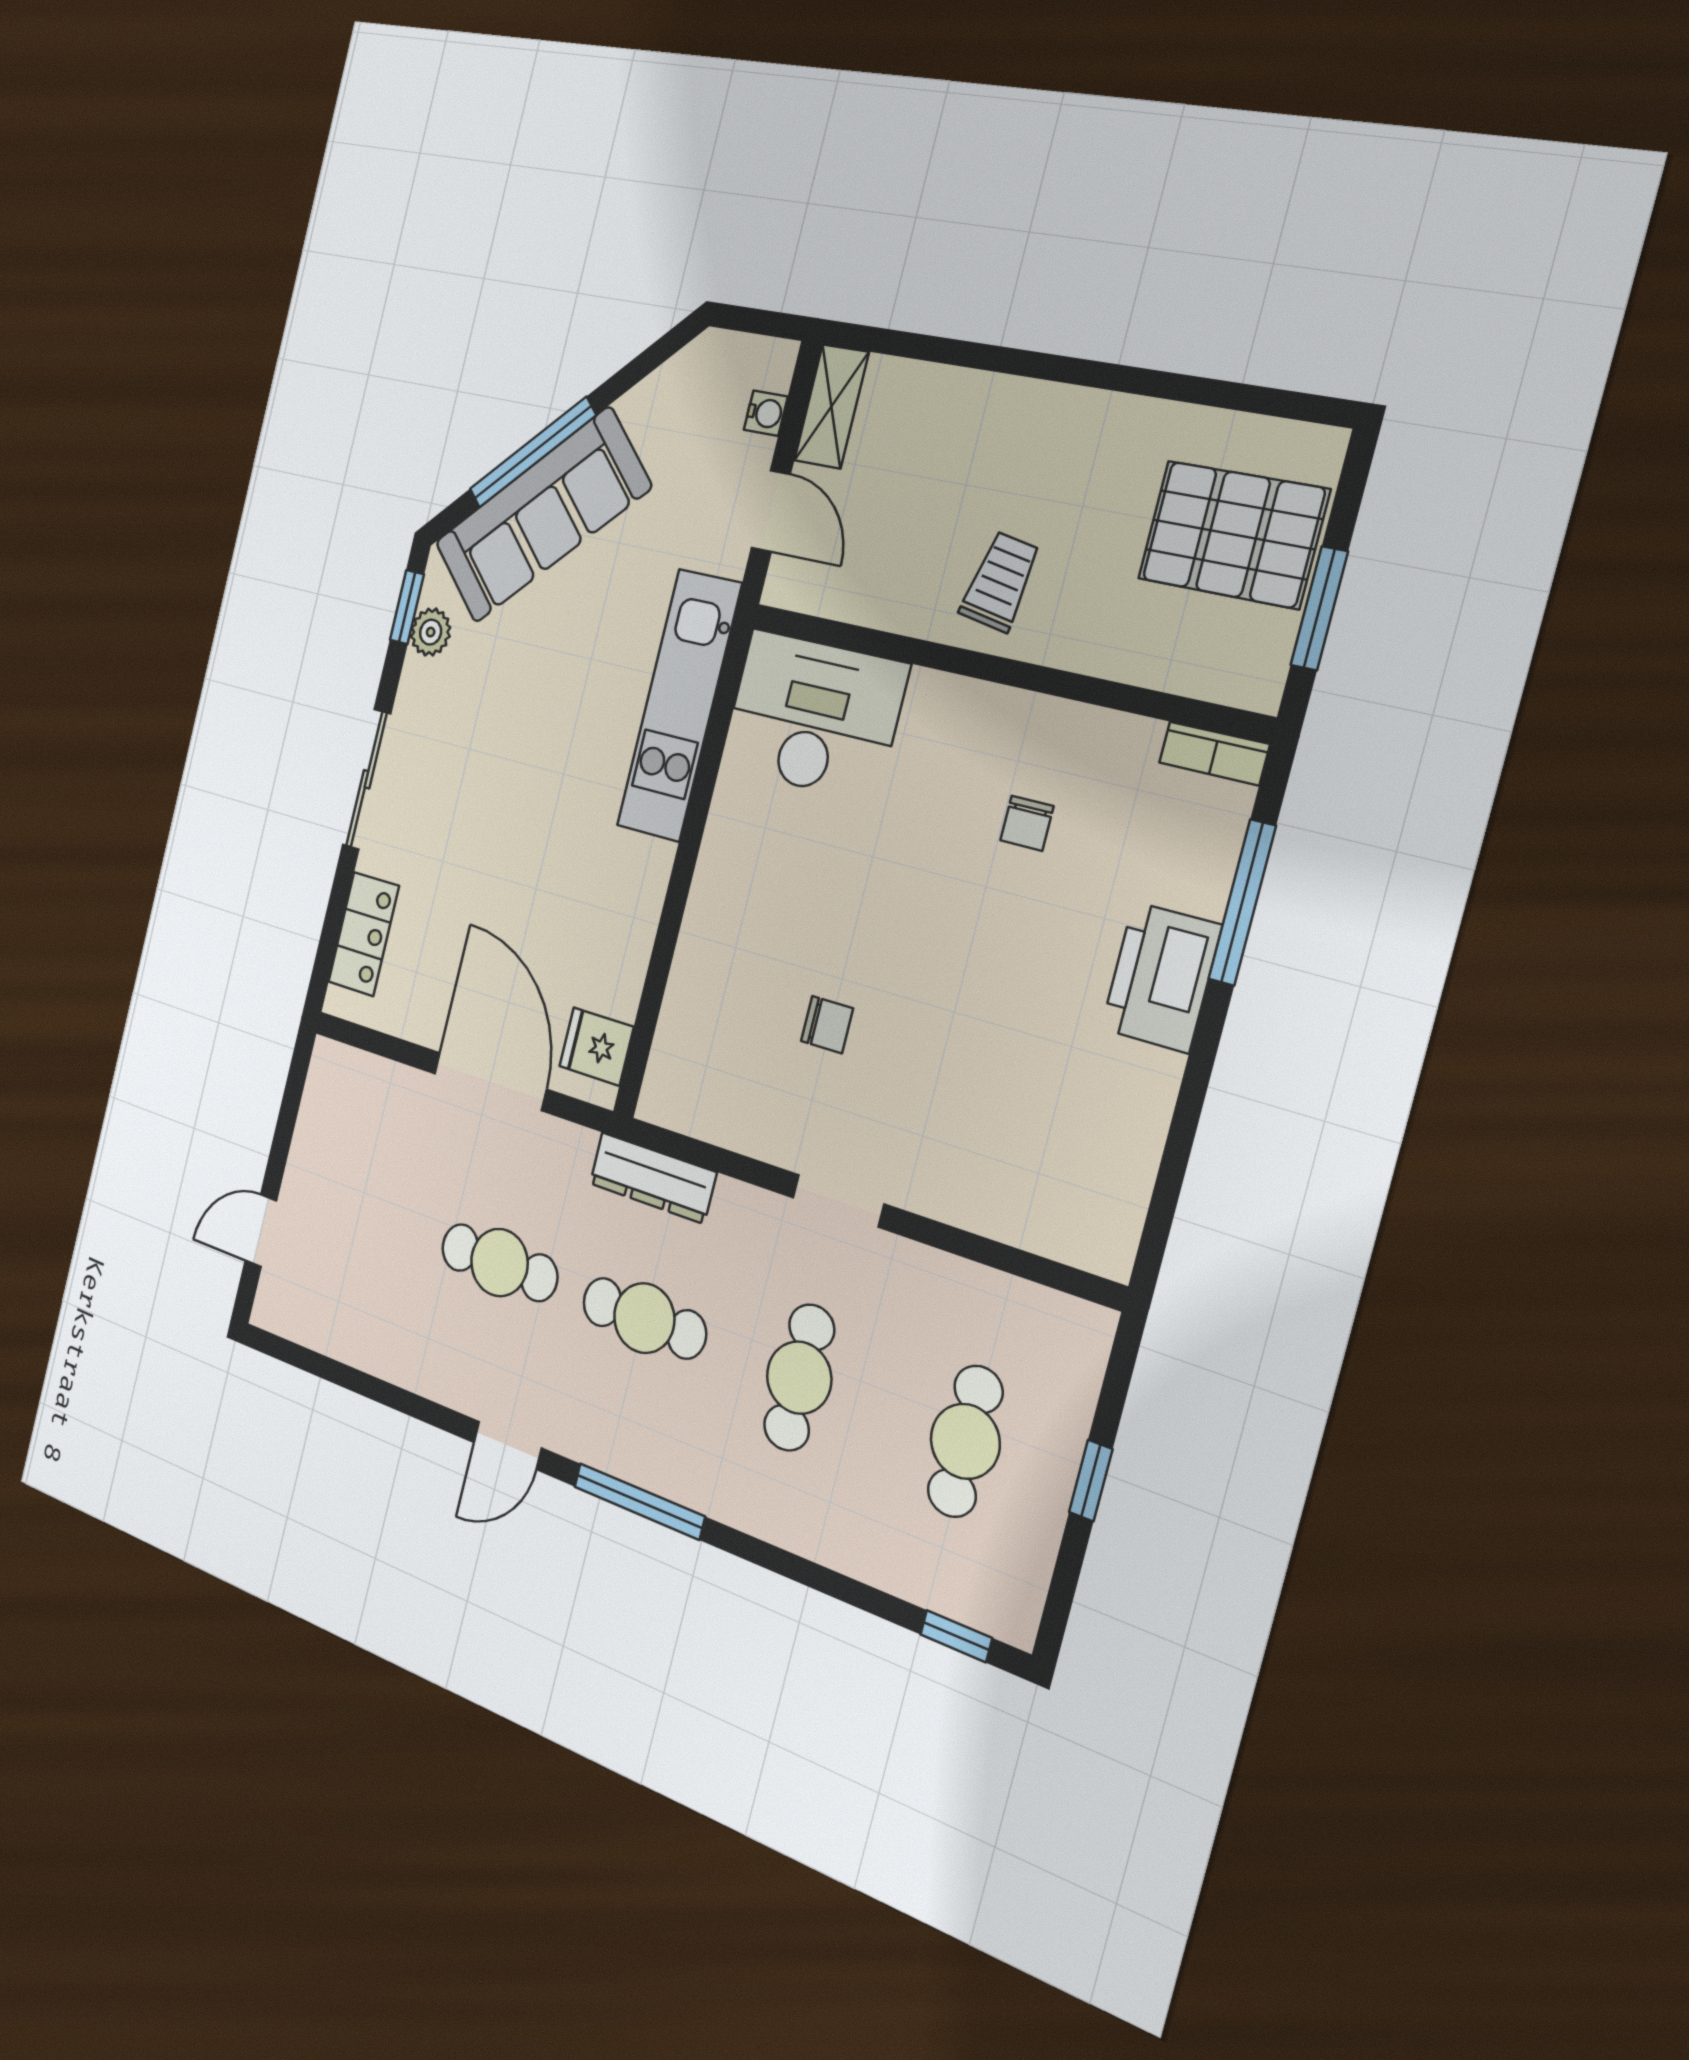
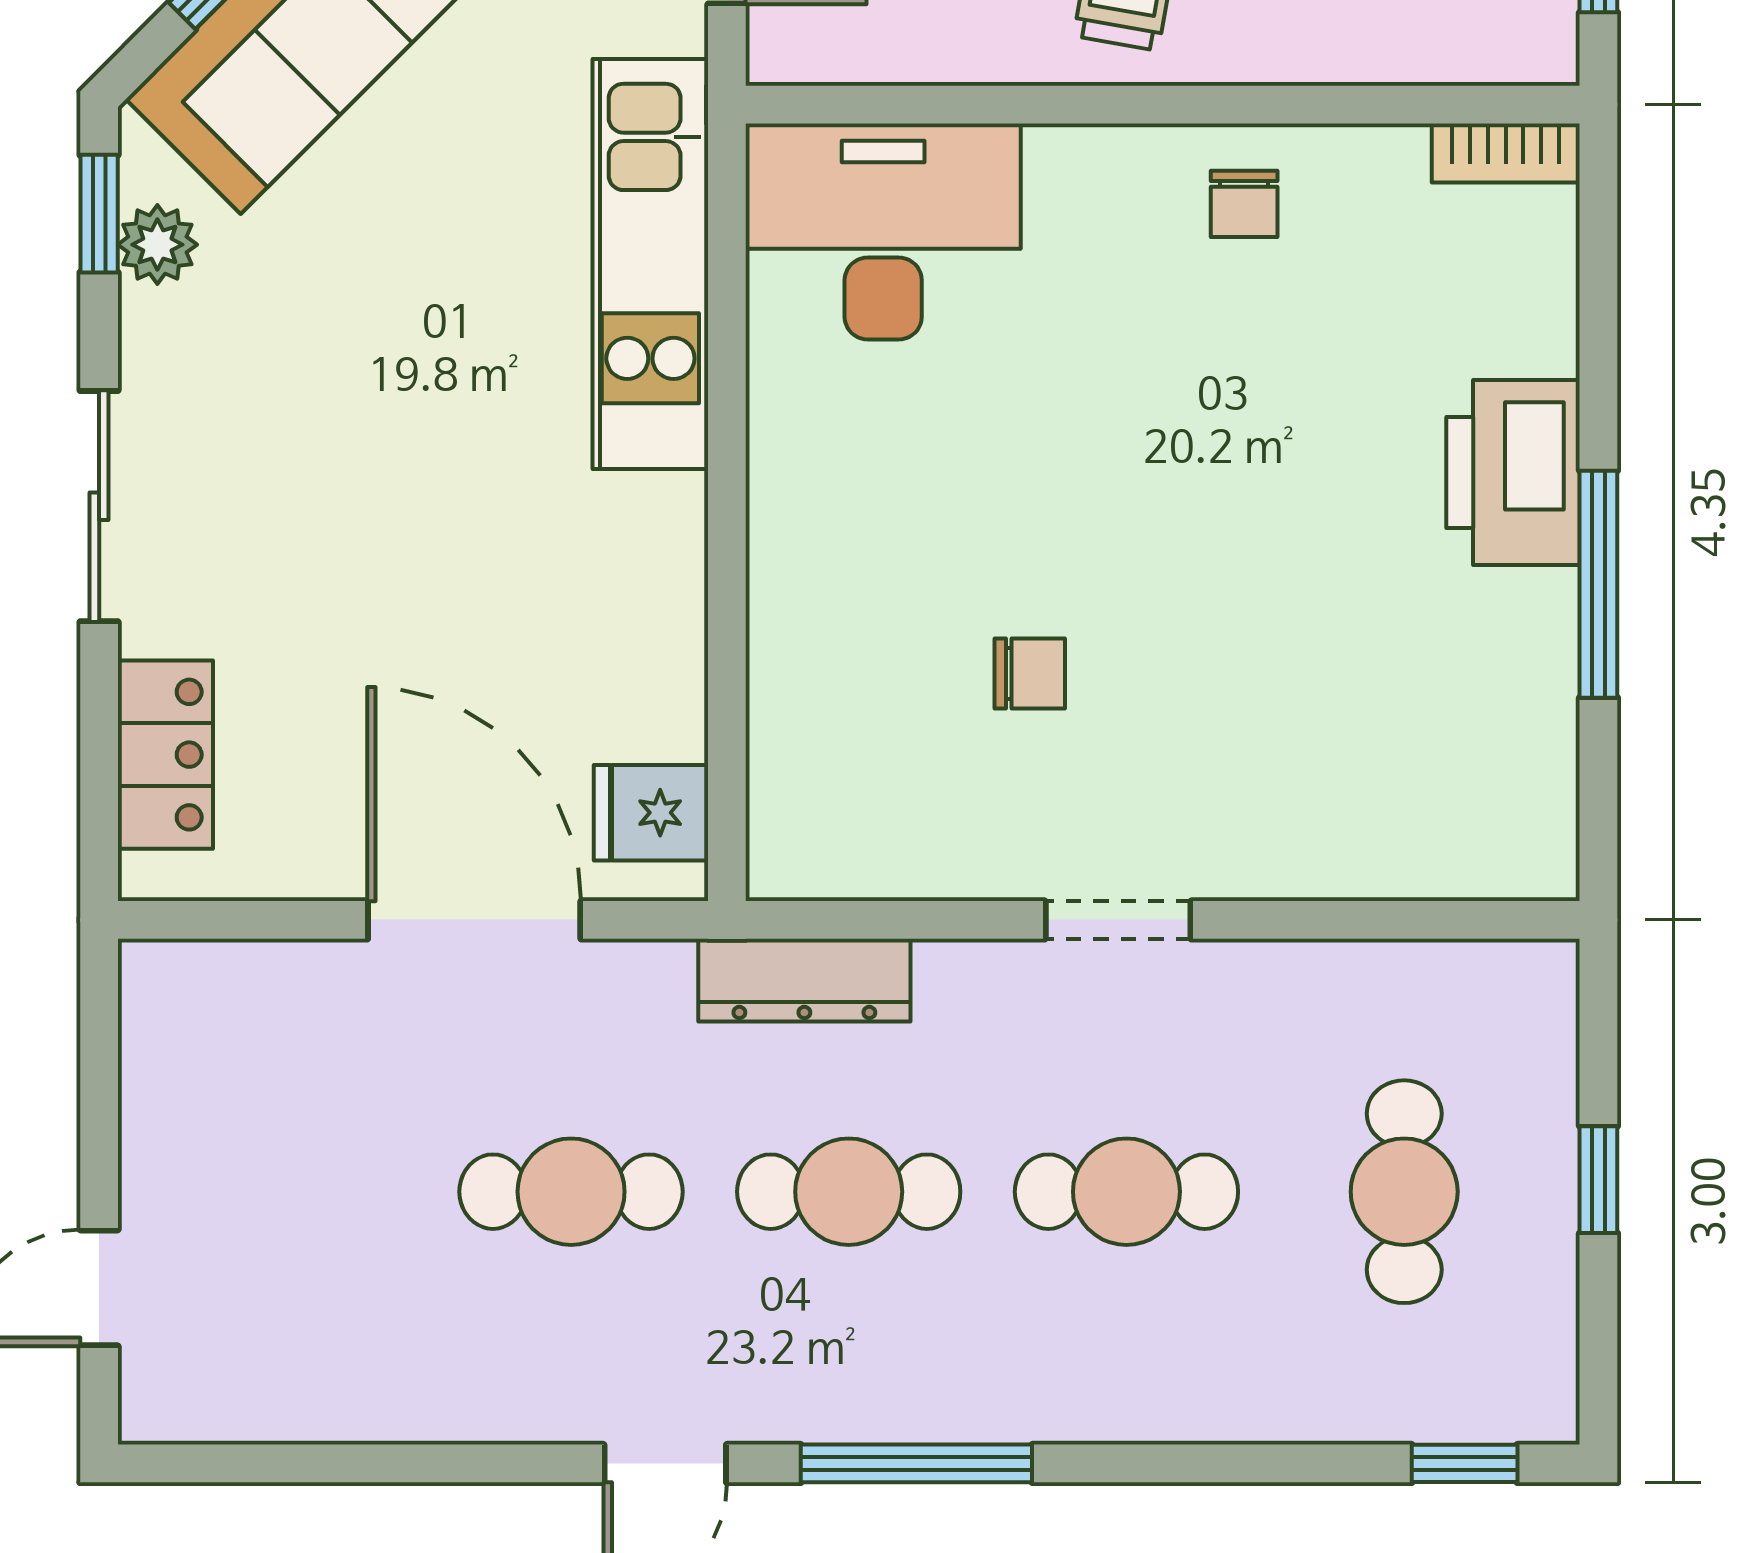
chair: (1027, 823) -> (1244, 204), moved
window: (1242, 903) -> (1598, 584), moved
cafe table: (799, 1378) -> (1126, 1192), turned 90

